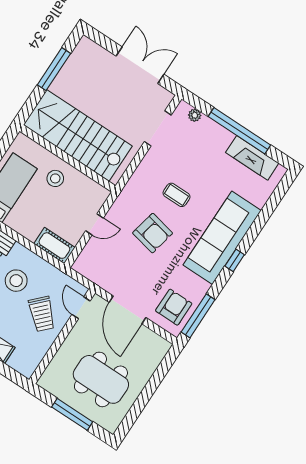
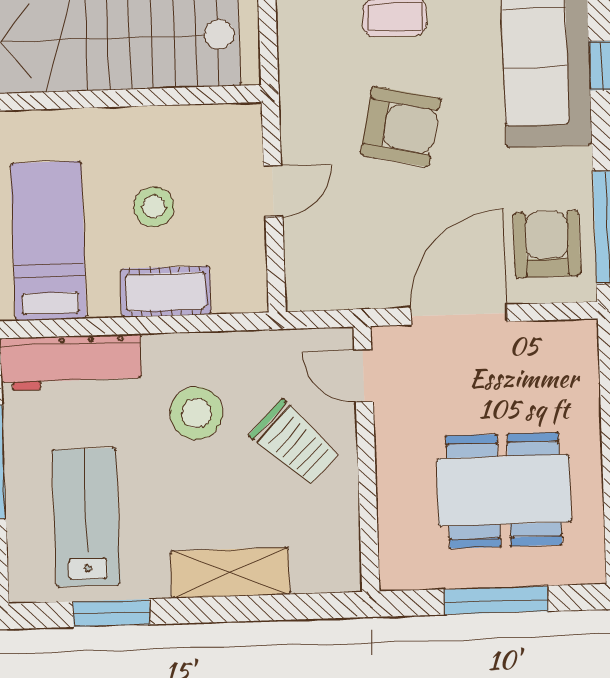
stool: (55, 178) -> (154, 207), moved
cot: (54, 246) -> (166, 292), moved
door: (127, 310) -> (459, 315), swing flipped

